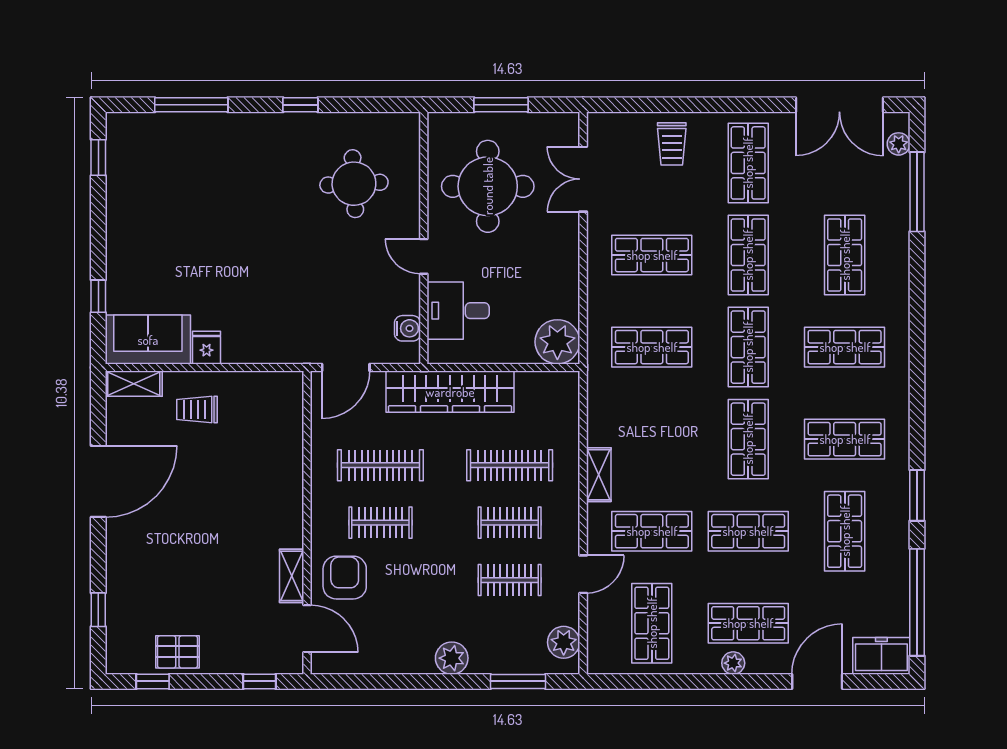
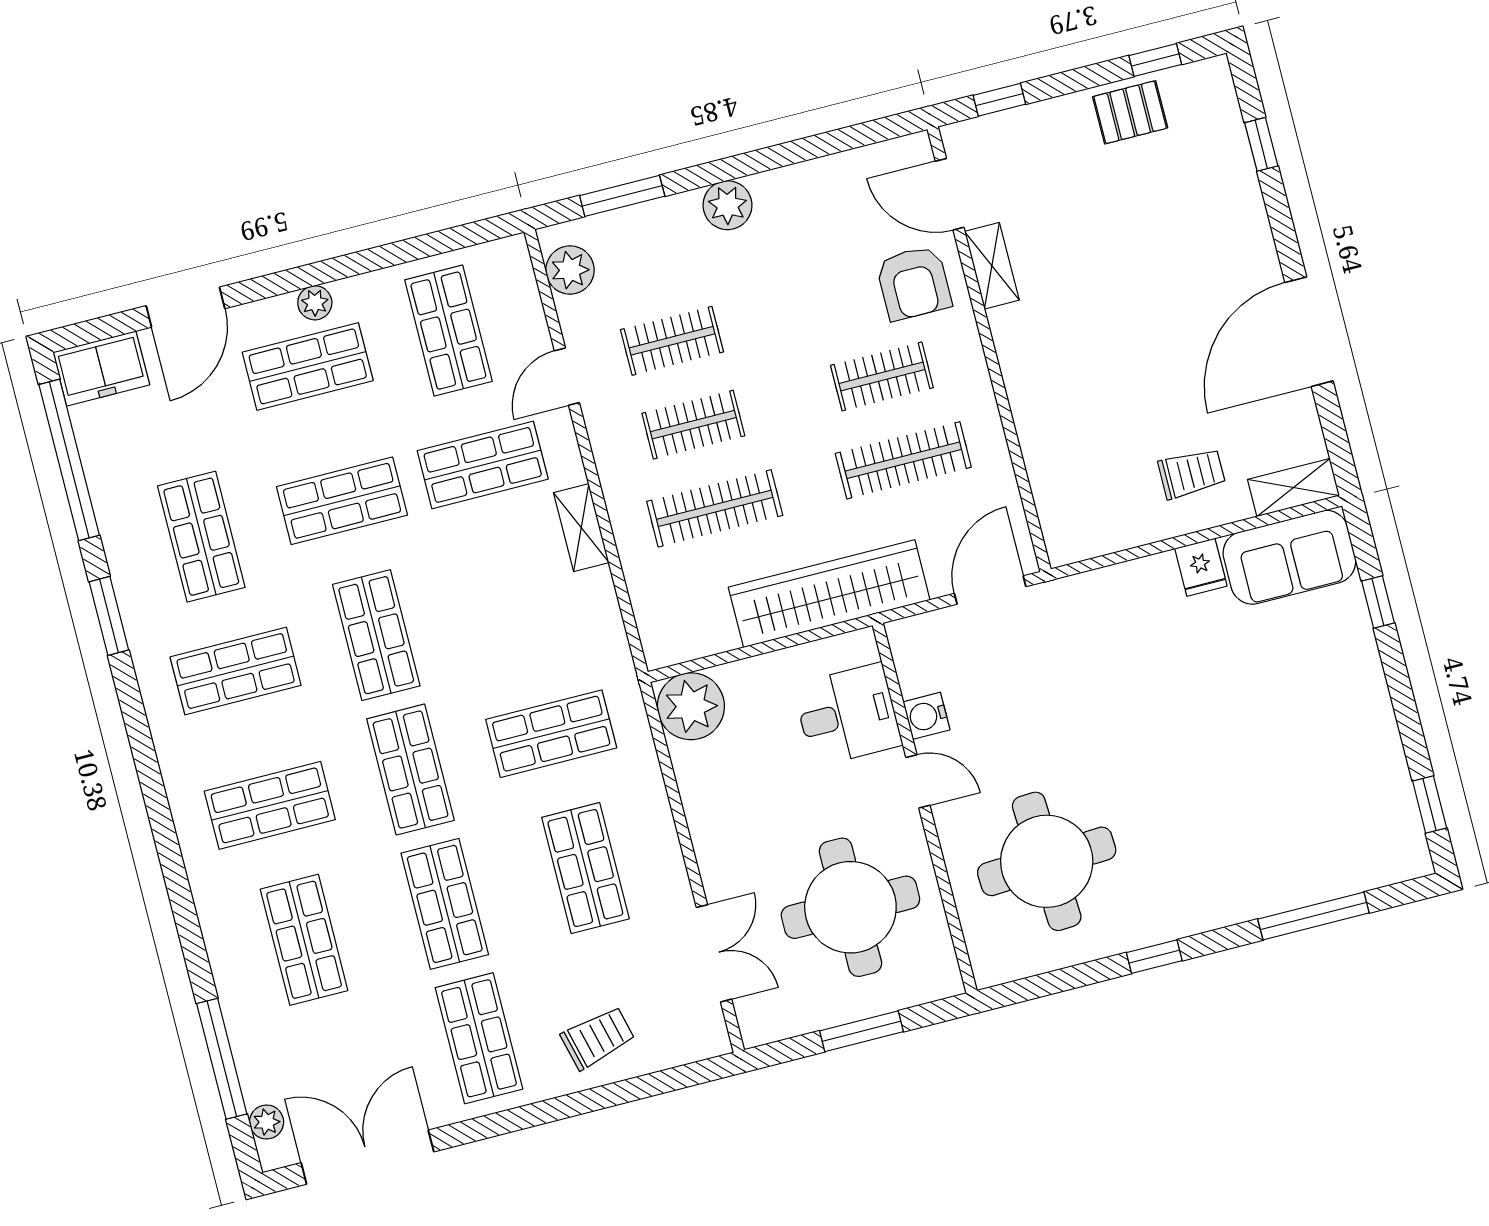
trolley: (672, 144) -> (598, 1038), turned 76
round table: (354, 184) -> (1047, 861), width x1.36, depth x1.36
shop shelf: (652, 255) -> (585, 868), turned 90
water cooler: (407, 328) -> (926, 716), moved

